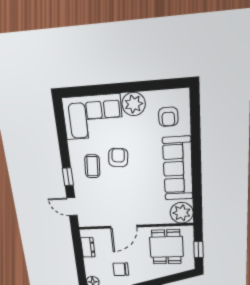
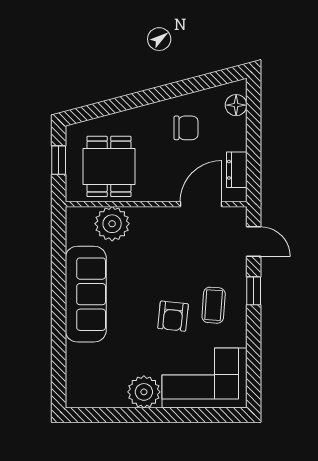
armchair: (168, 117) -> (96, 371), removed
plant: (182, 213) -> (112, 224), moved
door: (124, 227) -> (201, 204), moved

